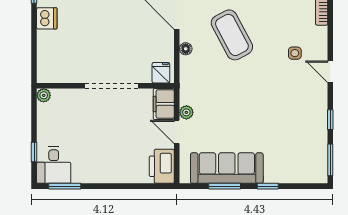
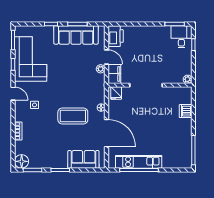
dishwasher: (47, 18) -> (186, 111), moved
coffee table: (232, 35) -> (73, 116), turned -62
corner sofa: (301, 129) -> (31, 59), added

